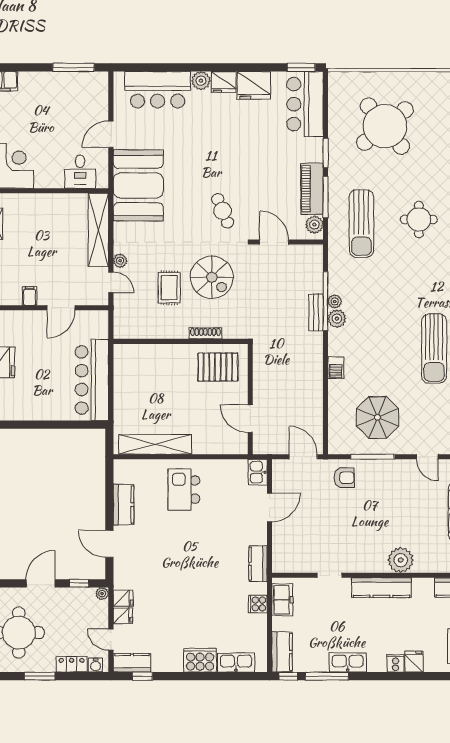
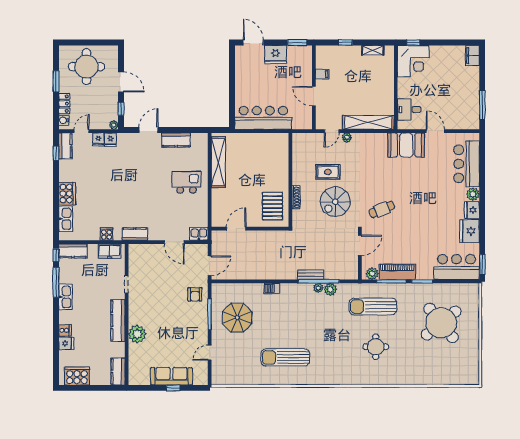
booth: (138, 185) -> (406, 145), width x0.73, depth x0.70
plant: (337, 319) -> (330, 289), moved

